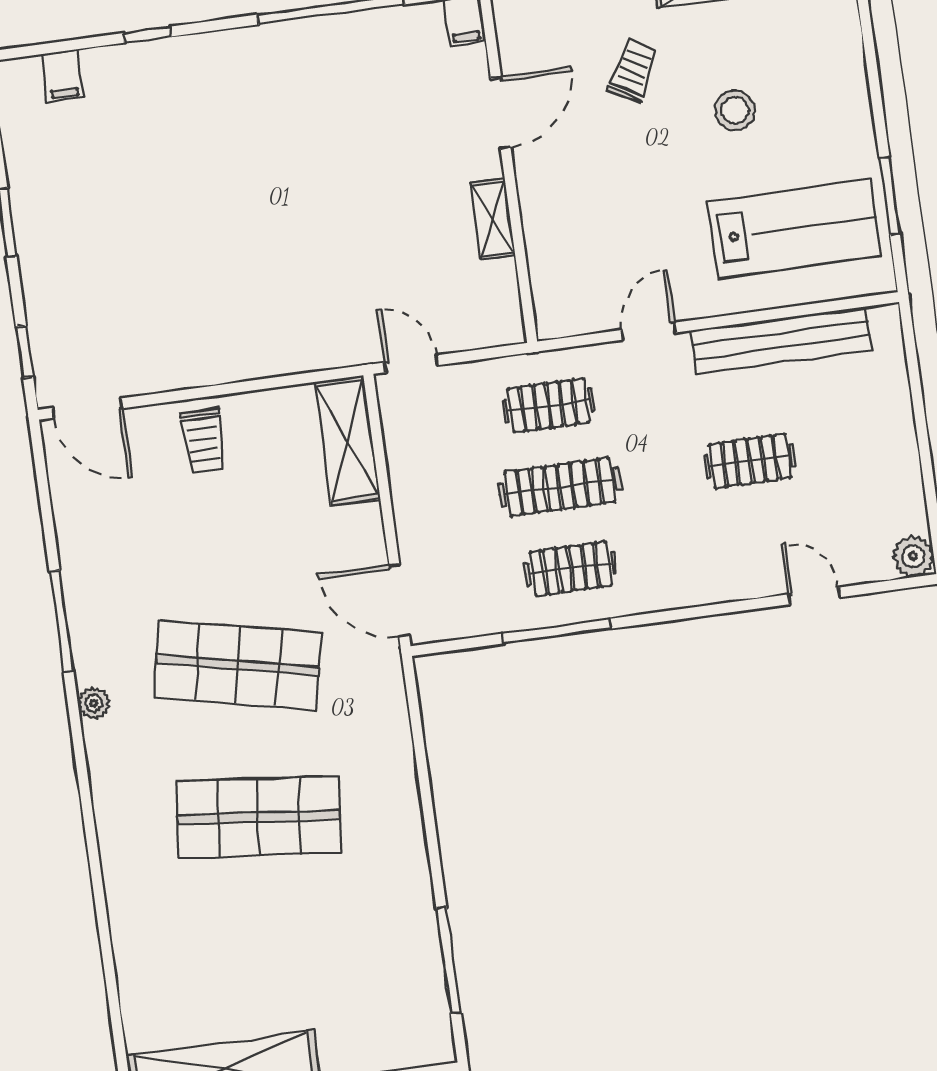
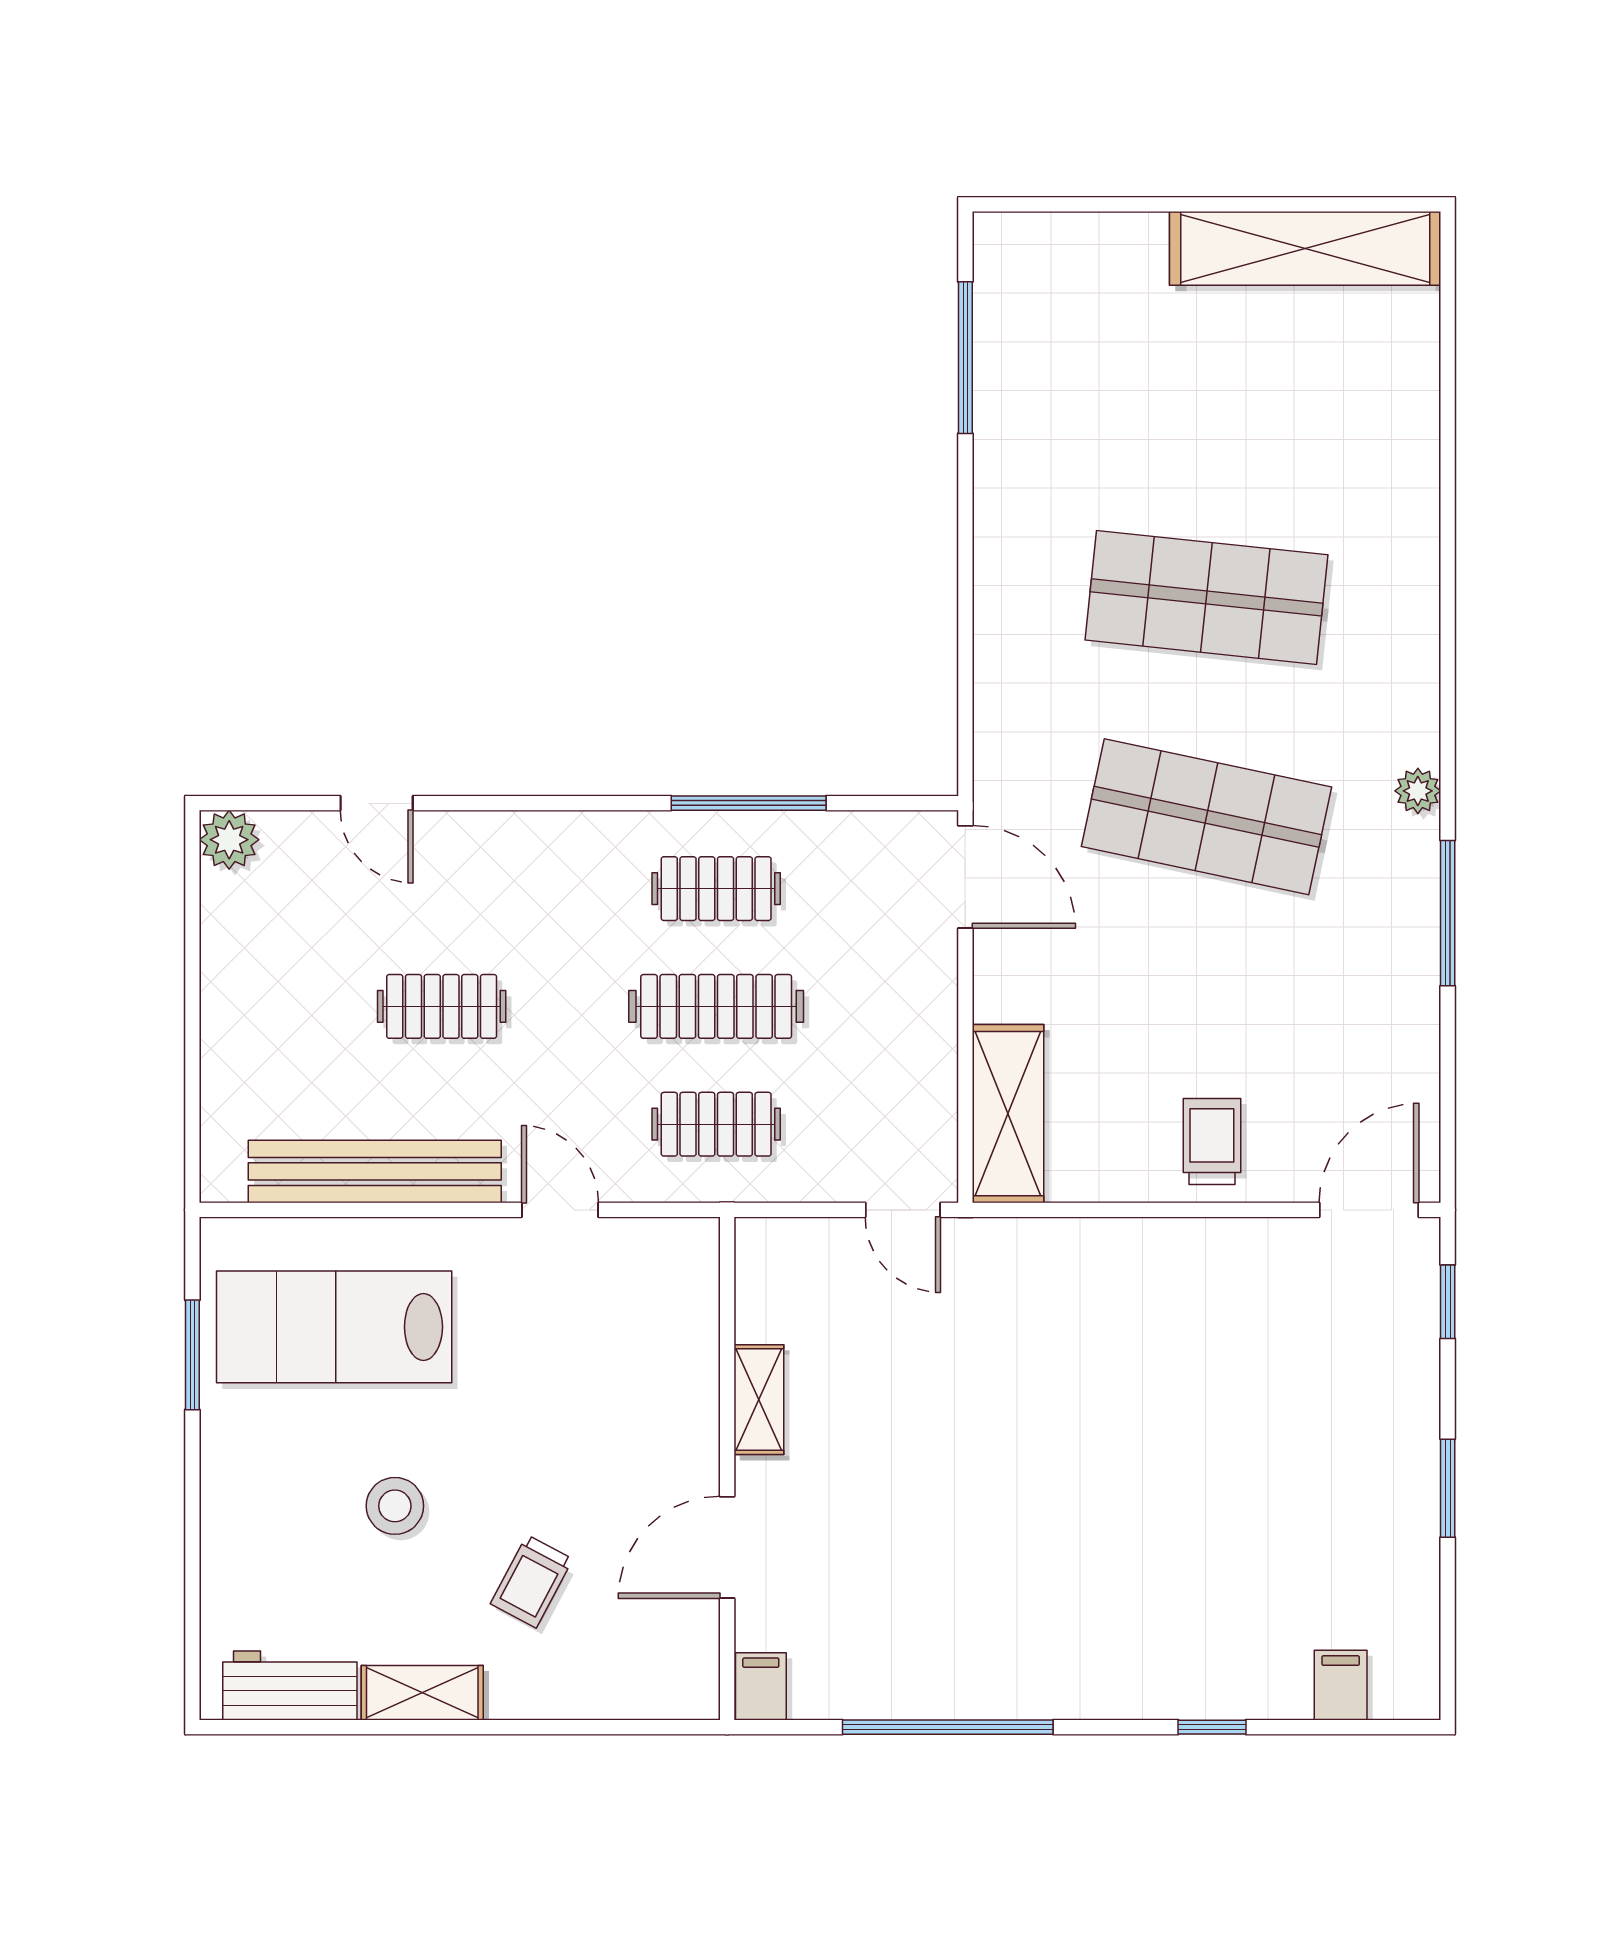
door: (649, 331) -> (560, 1210), swing flipped
door: (88, 408) -> (1369, 1210), hinge flipped

